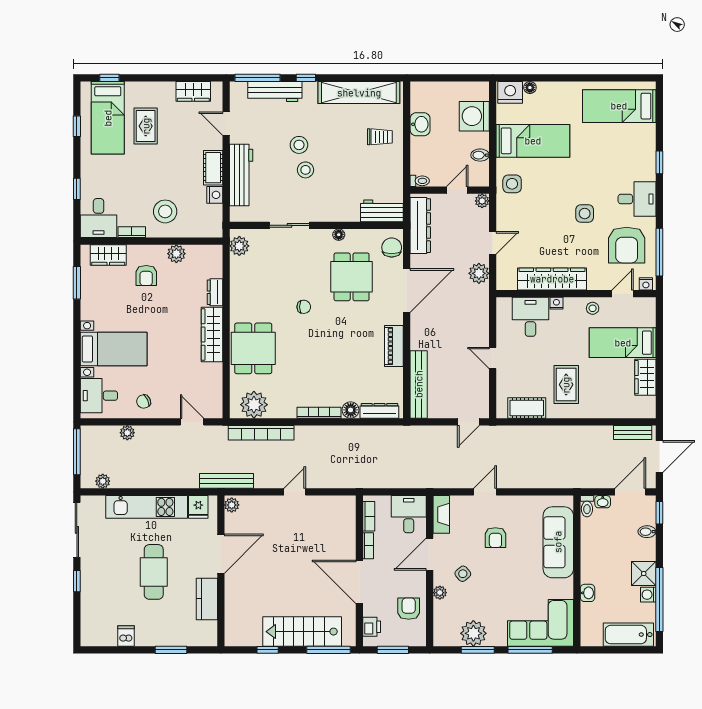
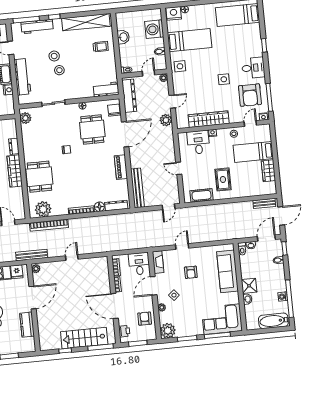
shower: (644, 574) -> (249, 286), moved
plant: (473, 633) -> (168, 331), moved

